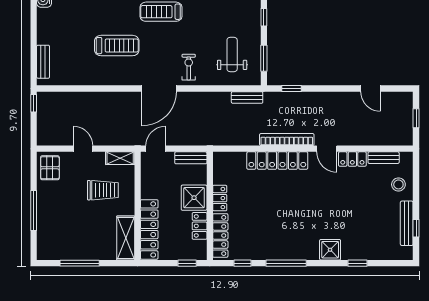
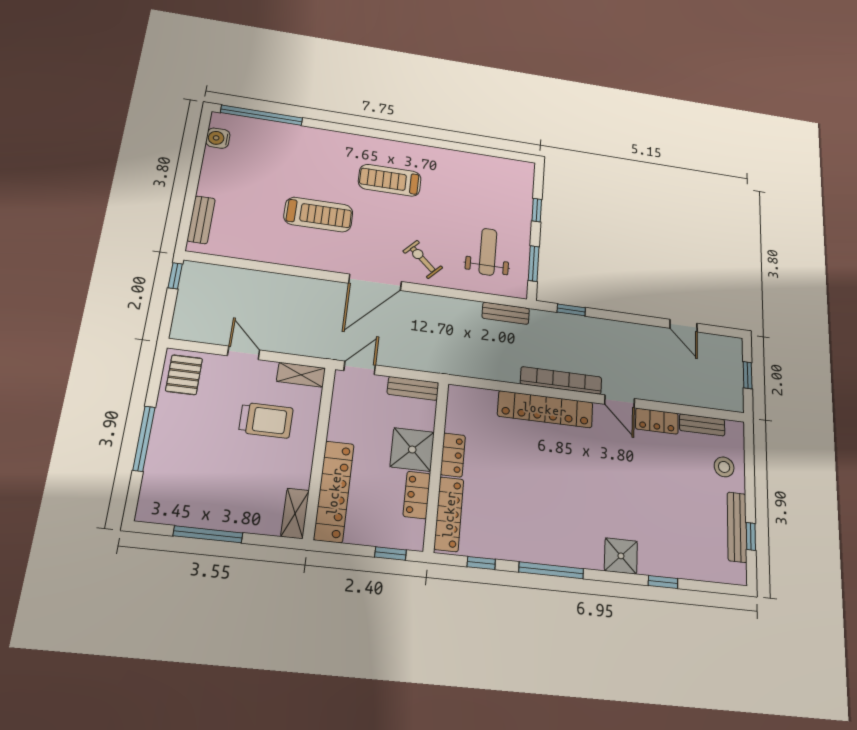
exercise bike: (189, 67) -> (423, 259), turned -47
shelving: (126, 238) -> (295, 513), width x0.67, depth x0.75

